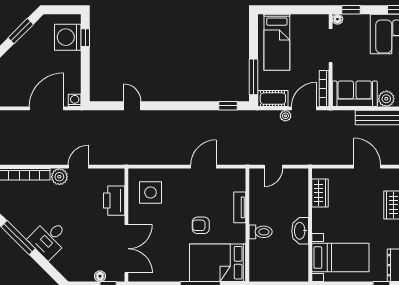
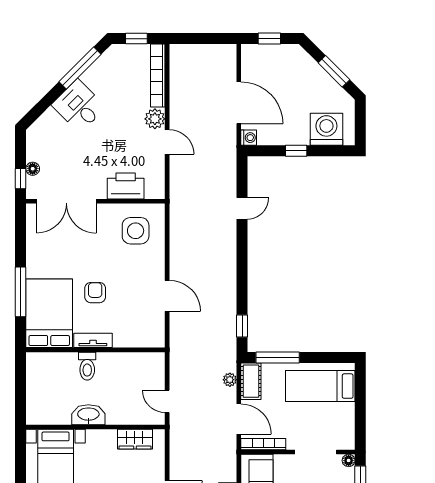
window: (85, 38) -> (296, 151), moved
plant: (285, 116) -> (230, 380), moved
door: (273, 167) -> (167, 401), moved
tv unit: (240, 207) -> (93, 340), moved

